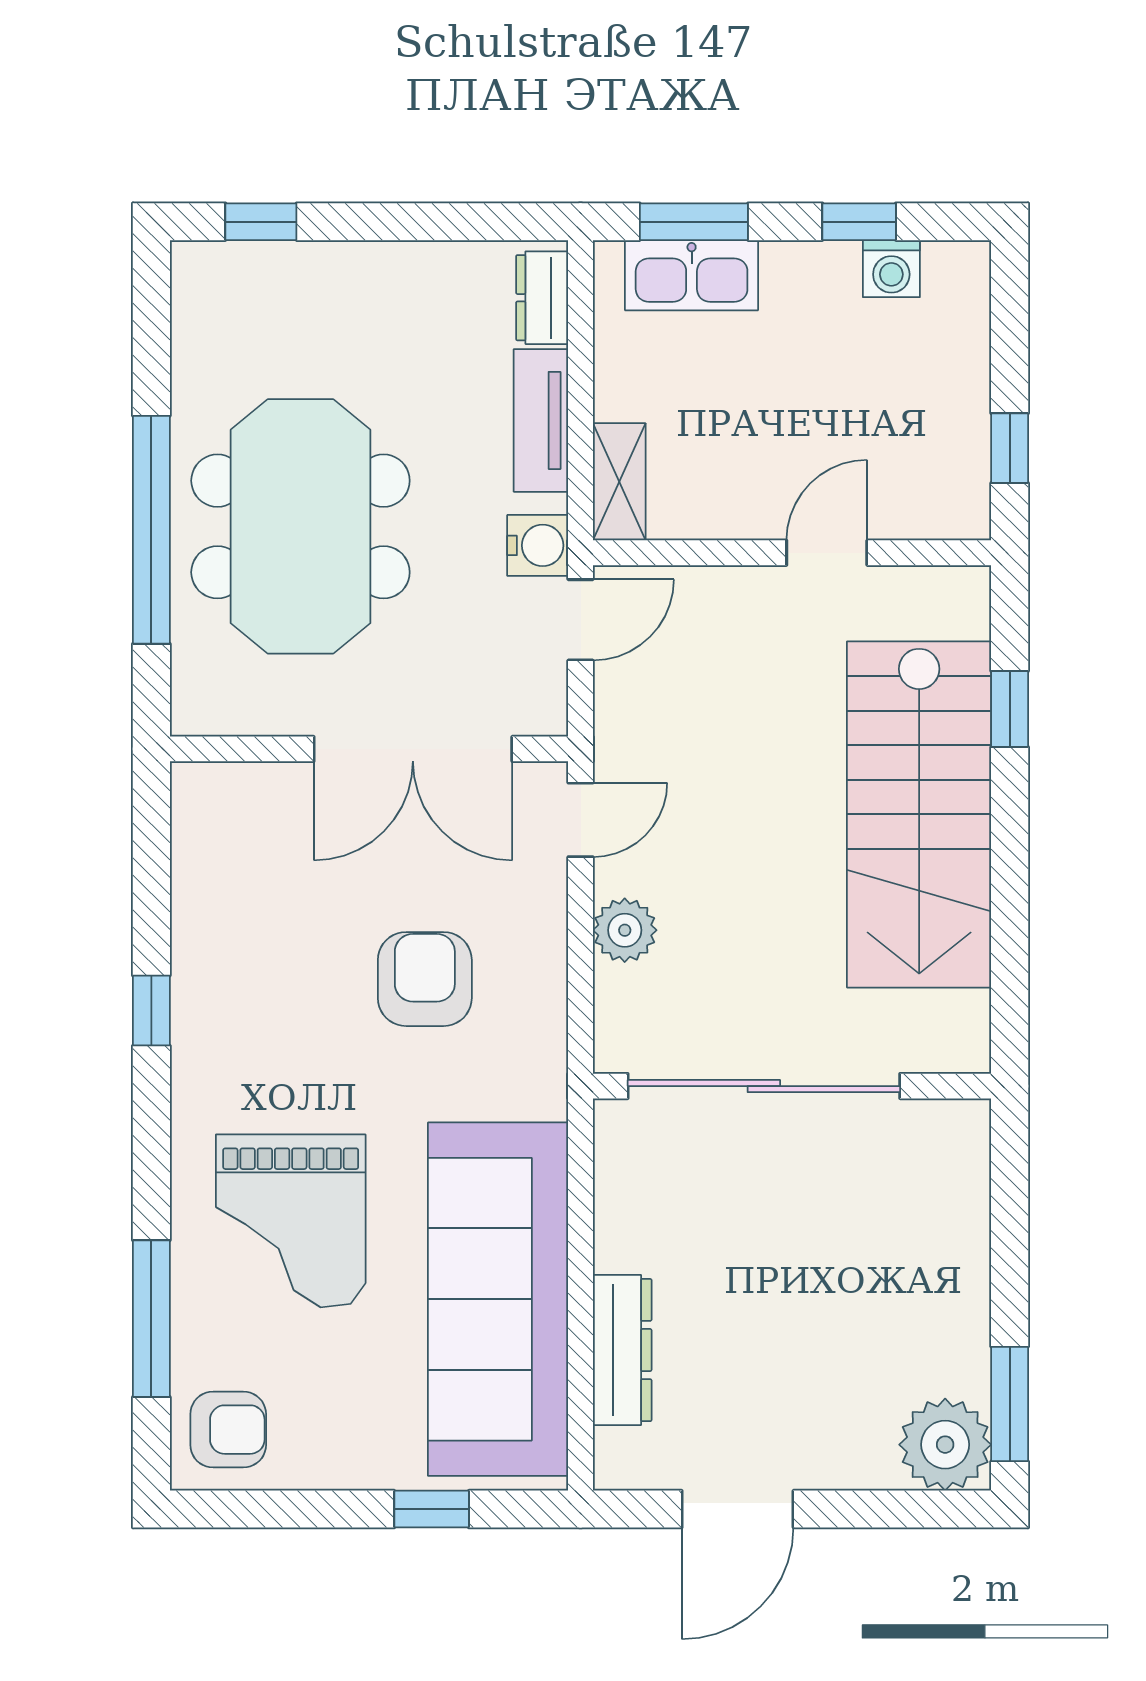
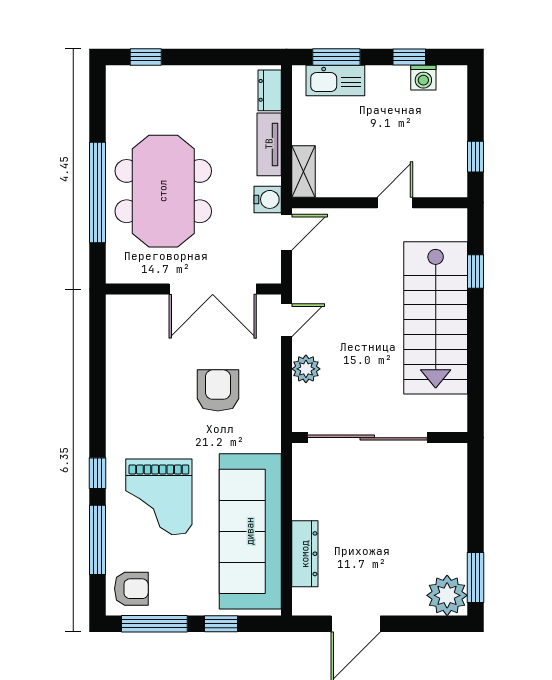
window: (151, 1011) -> (98, 473), moved
window: (280, 1509) -> (154, 624), added

